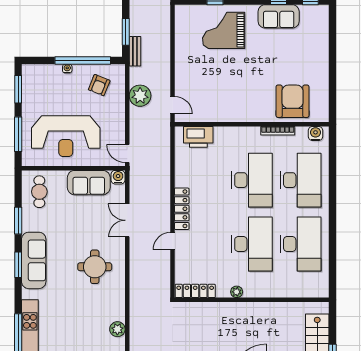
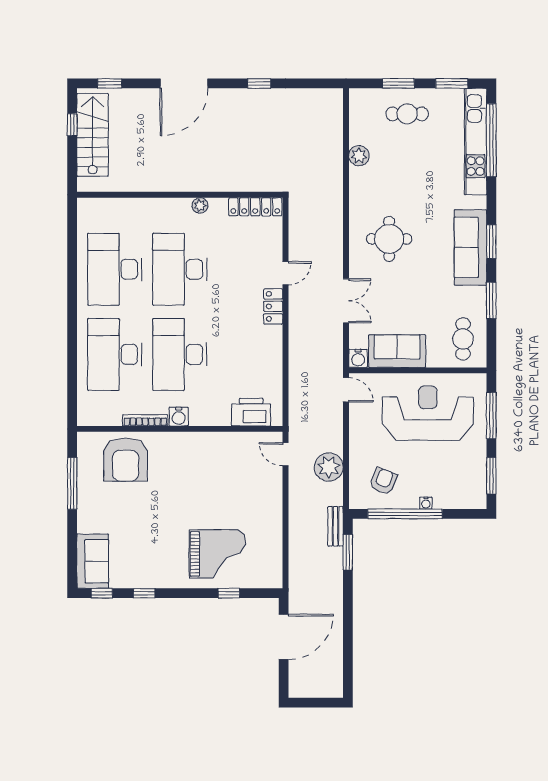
sofa: (279, 16) -> (93, 561), moved, turned 90
window: (332, 83) -> (72, 483), added
water cooler: (316, 133) -> (179, 417), moved
locker: (182, 209) -> (273, 306), width x0.66

